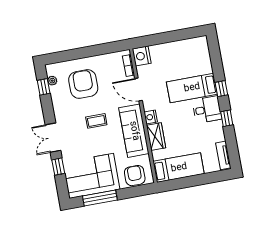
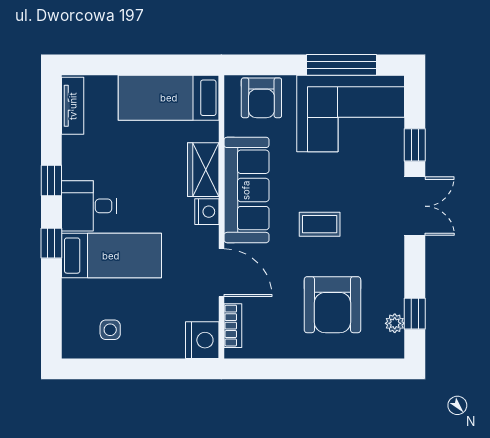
side table: (186, 53) -> (110, 330), added

